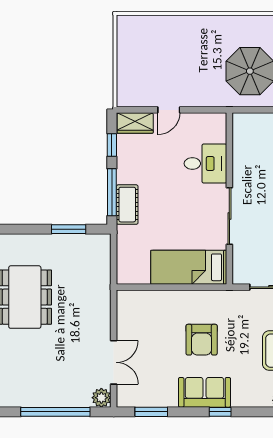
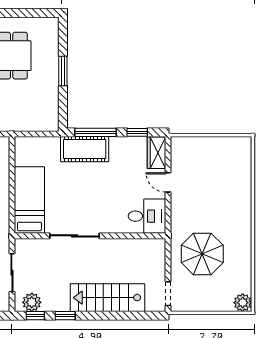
desk: (205, 163) -> (147, 216), moved, turned -90
cot: (127, 205) -> (85, 149), width x1.37, depth x1.34
window: (69, 229) -> (63, 71), moved

